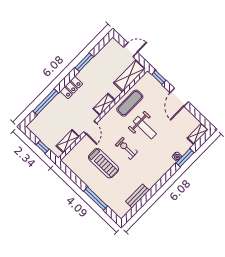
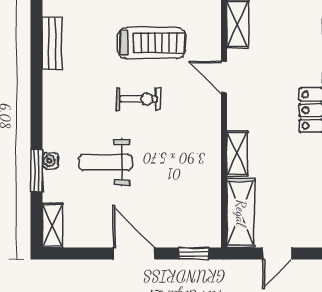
exercise mat: (130, 103) -> (200, 172), removed
shelving: (104, 104) -> (237, 154), moved
weight bench: (145, 128) -> (106, 162), moved
treadmill: (103, 163) -> (151, 43), turned 180

